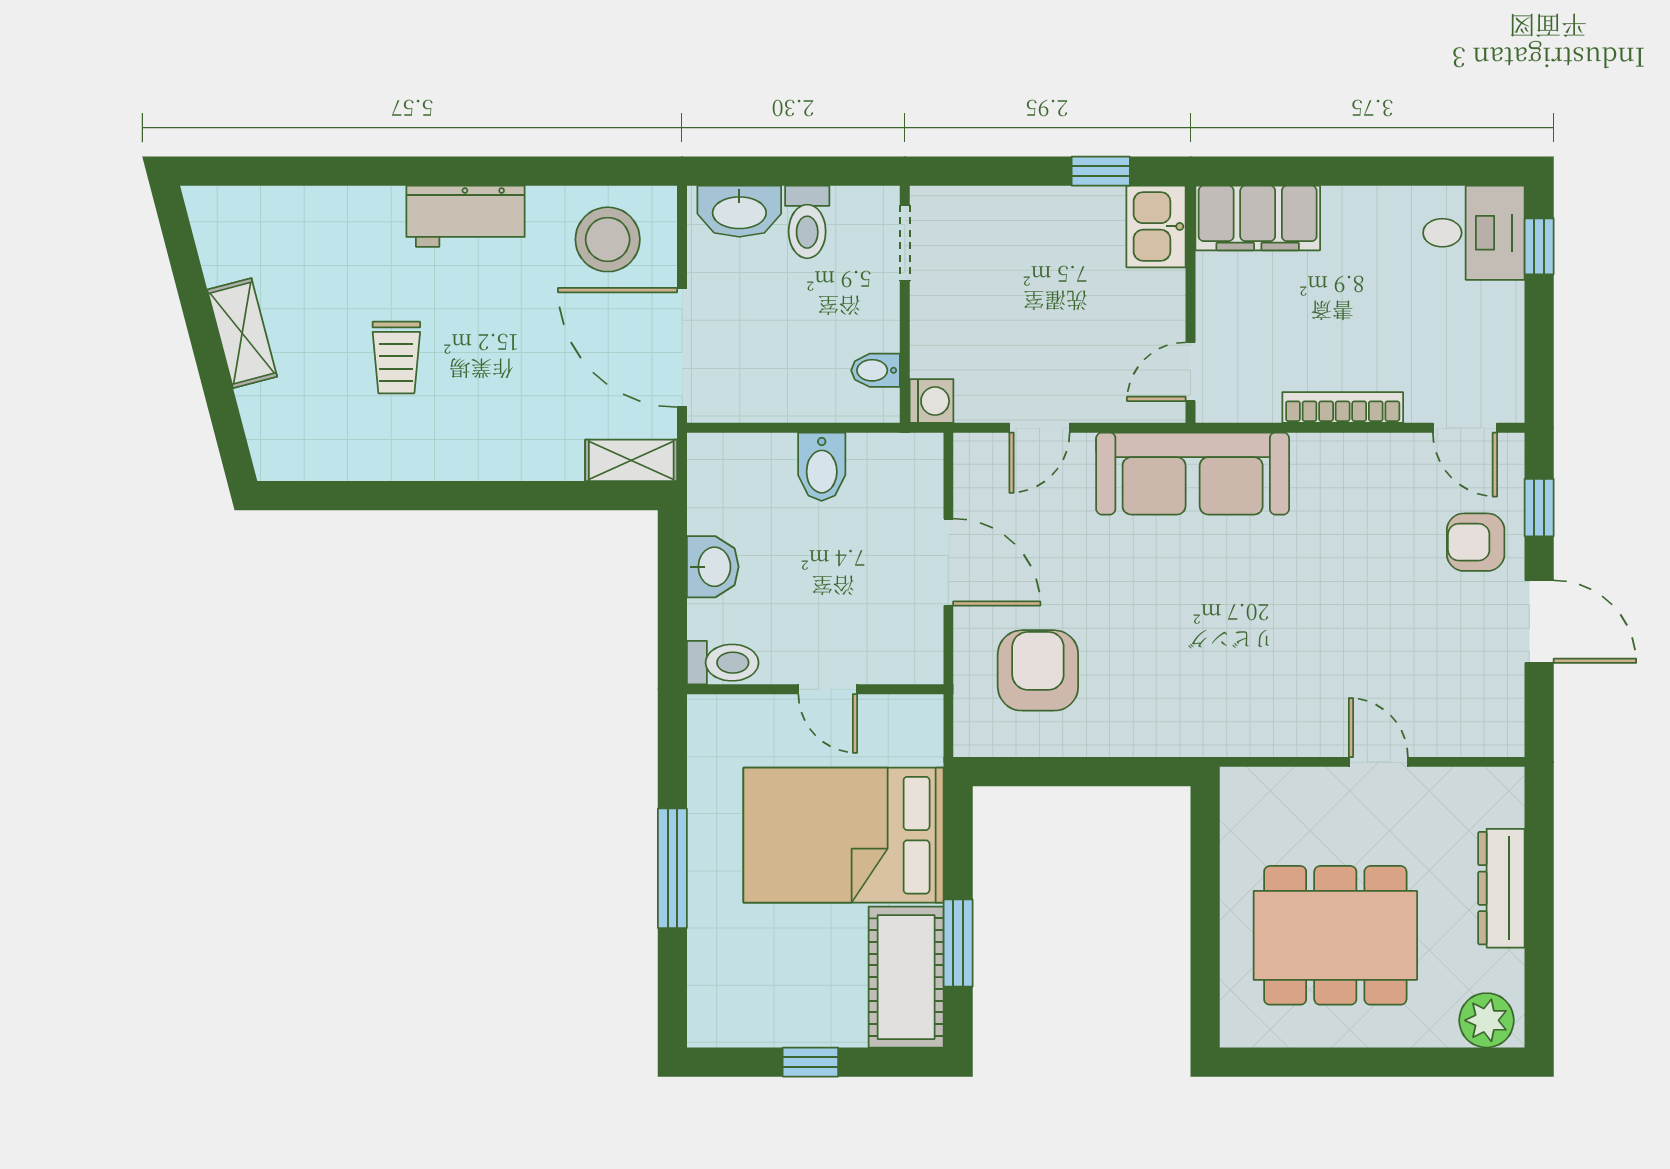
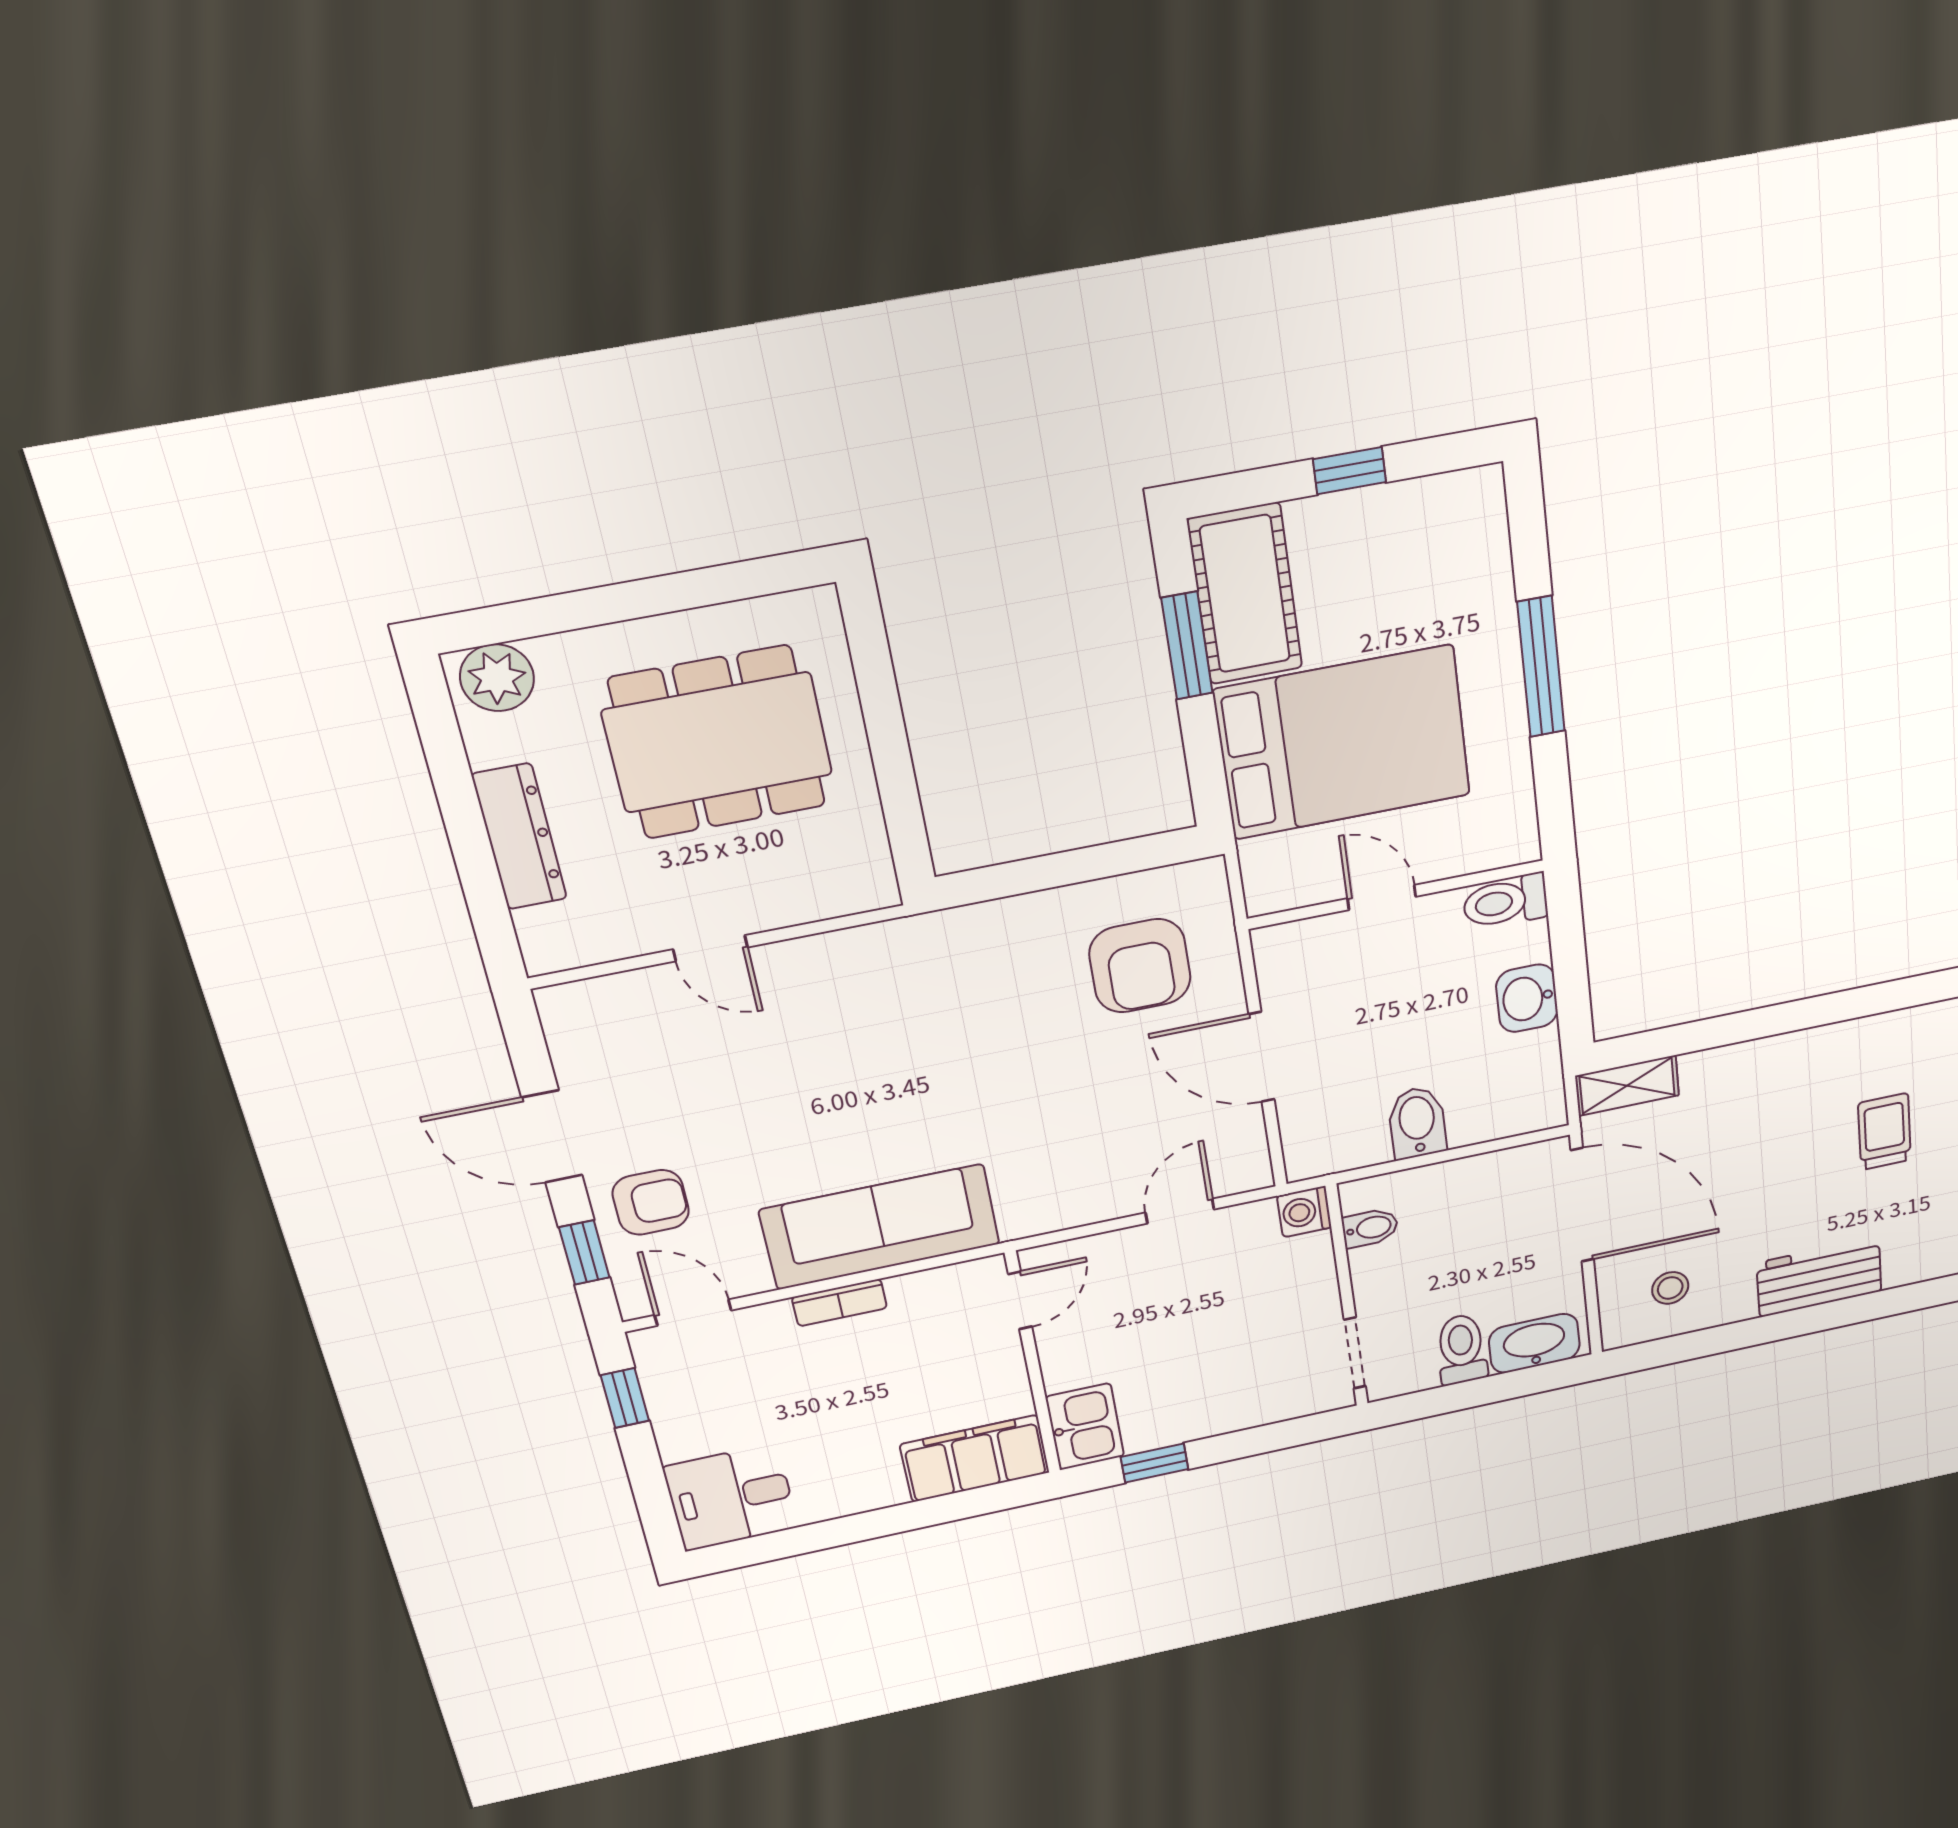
stool: (608, 239) -> (1670, 1288), width x0.53, depth x0.53
window: (1539, 246) -> (625, 1398), moved
bookcase: (1343, 407) -> (839, 1303), width x0.64
sofa: (1193, 474) -> (880, 1227), moved

